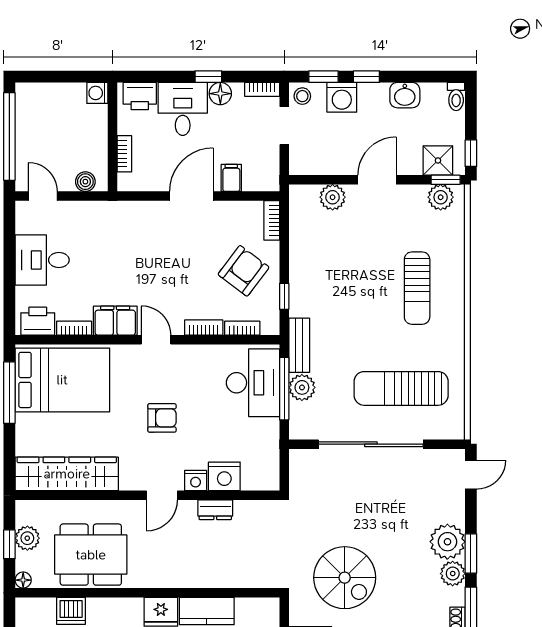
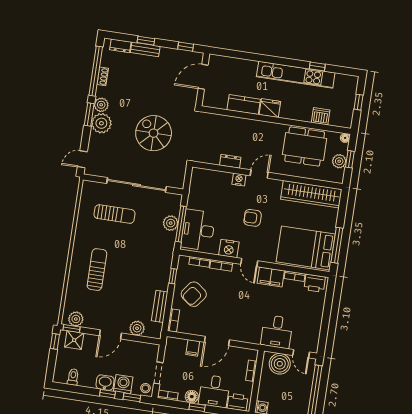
washbasin: (405, 95) -> (105, 383), moved
toilet: (456, 96) -> (73, 377), moved
boiler: (85, 182) -> (280, 364), width x1.86, depth x1.86
desk: (42, 260) -> (277, 332), moved, turned 90
bench: (299, 345) -> (160, 306), moved
sun lounger: (401, 388) -> (115, 214), width x0.73, depth x0.75
nightstand: (224, 476) -> (229, 249), moved, turned 180
spiral stairs: (345, 578) -> (154, 133), moved

